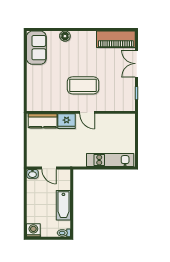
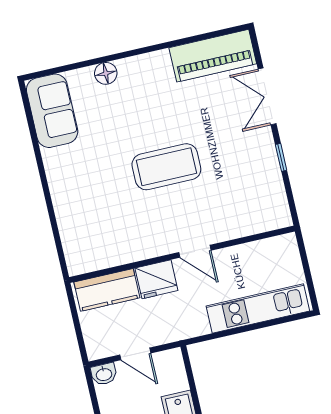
wall: (81, 112) -> (182, 254), moved
door: (87, 112) -> (195, 251), moved
kitchen counter: (43, 121) -> (107, 290), moved
fridge: (67, 121) -> (156, 279), moved

